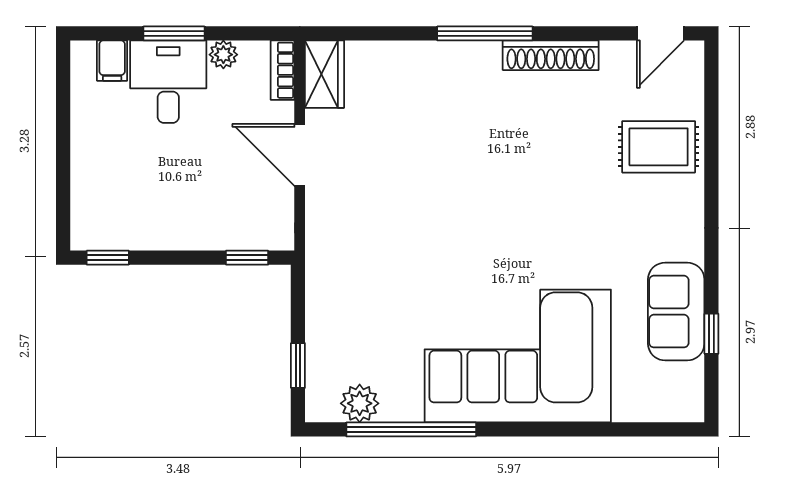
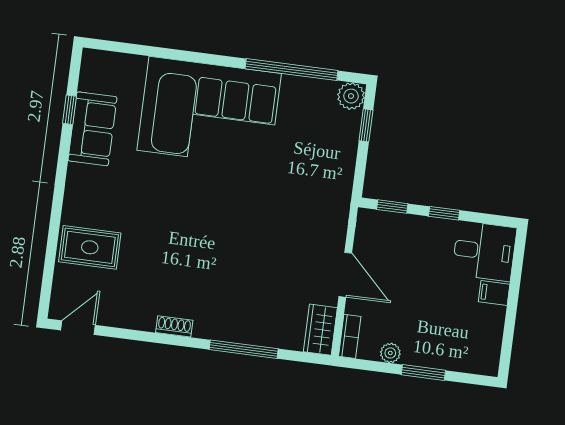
window: (485, 33) -> (244, 349), moved
shoe rack: (551, 55) -> (174, 326), width x0.51, depth x0.81
filing cabinet: (112, 61) -> (494, 293), moved, turned -90
desk: (168, 82) -> (484, 251), moved, turned -90
window: (108, 258) -> (444, 213), moved
plant: (360, 403) -> (351, 96), moved

